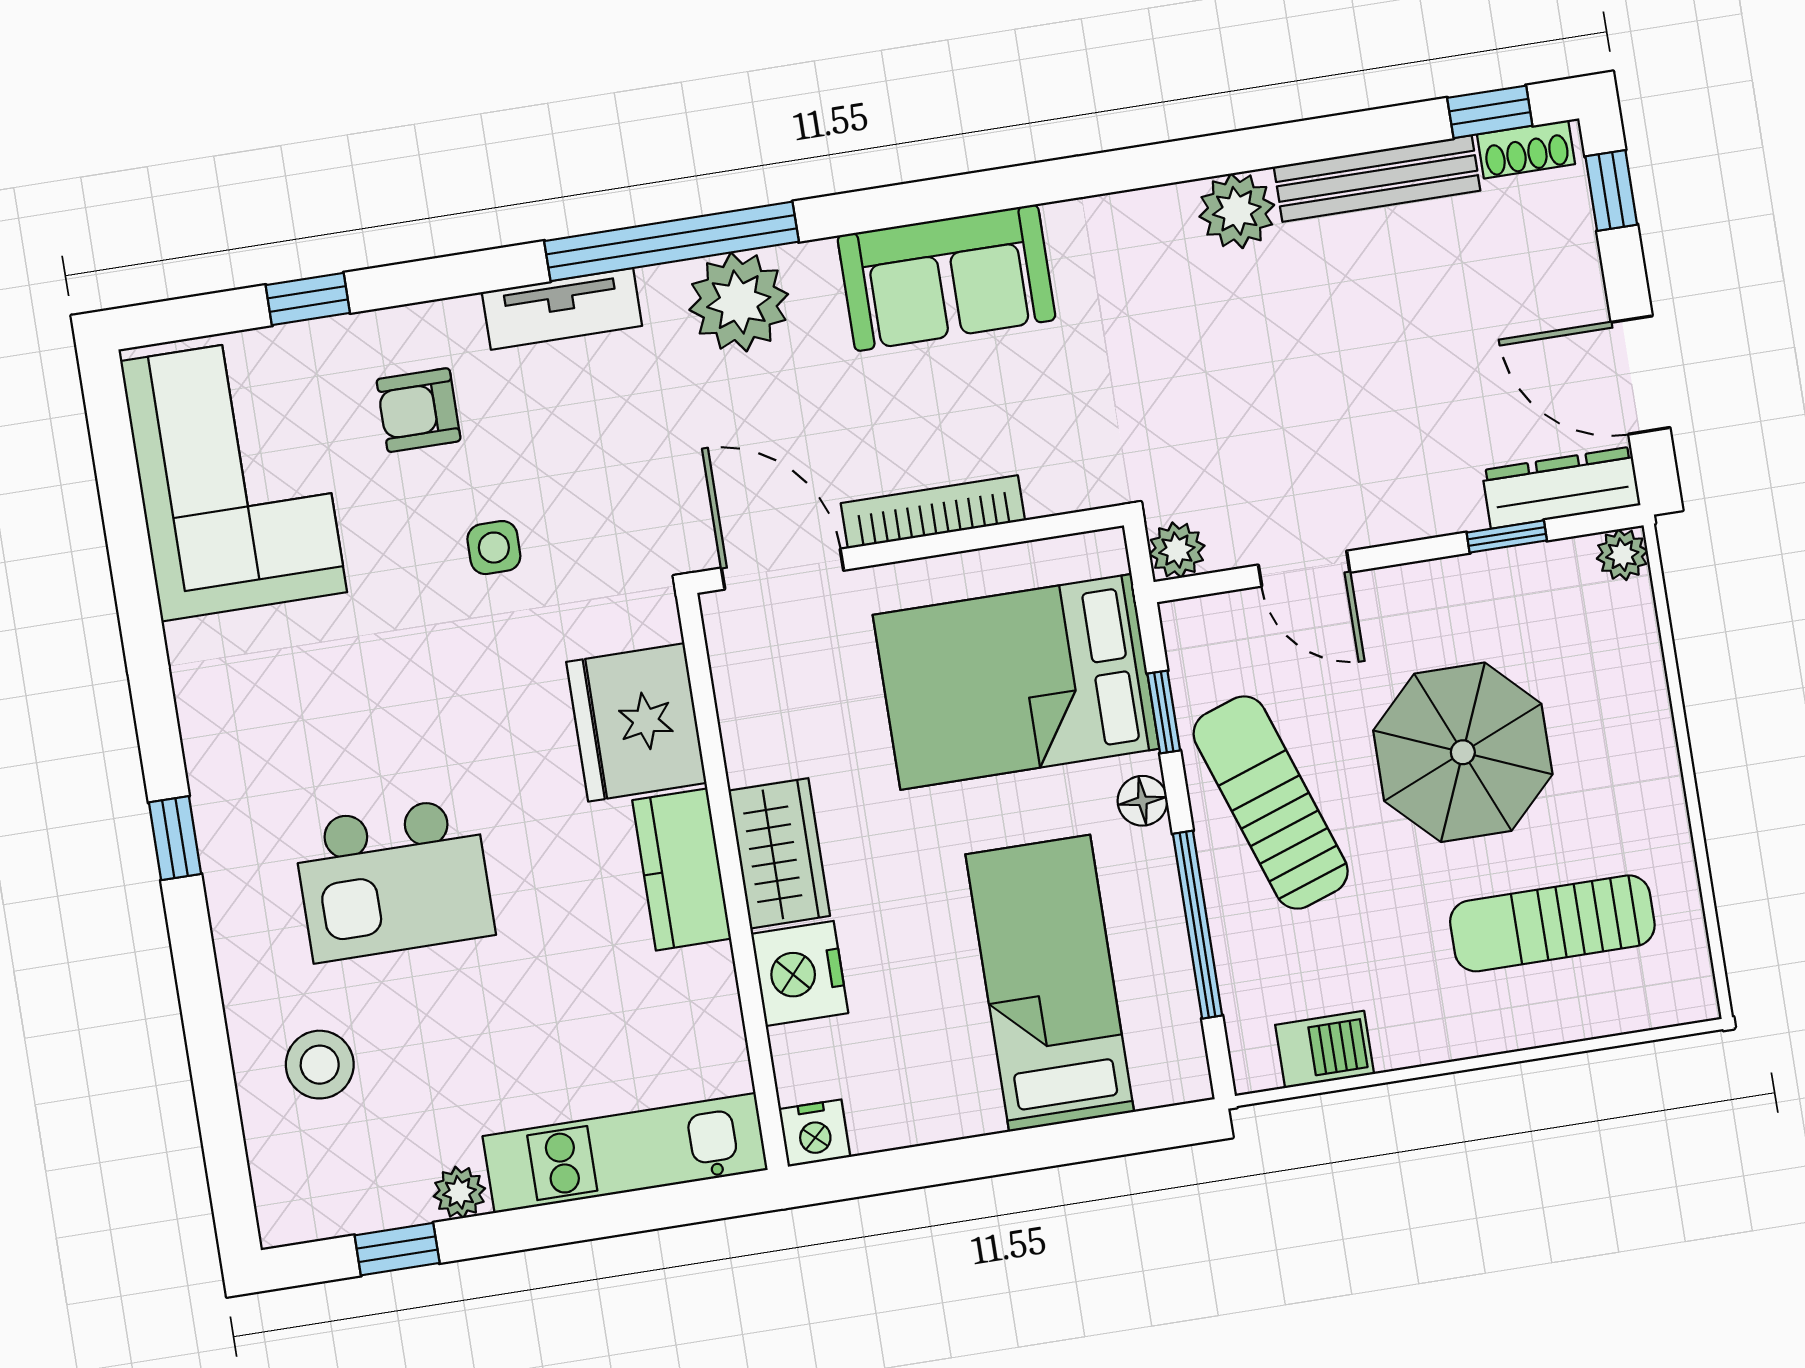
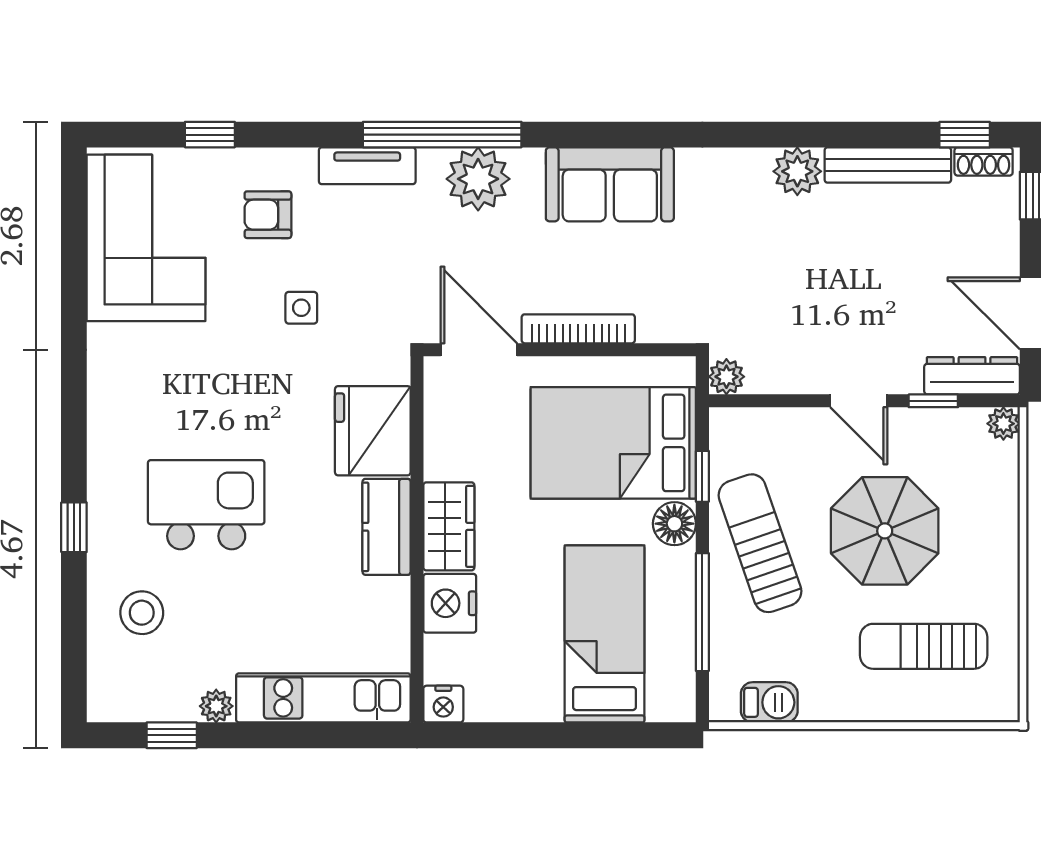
door: (1304, 569) -> (859, 401), moved
floor lamp: (1142, 801) -> (674, 524), width x1.37, depth x1.37
window: (175, 838) -> (74, 527), moved
kitchen island: (394, 880) -> (206, 505), turned 180

